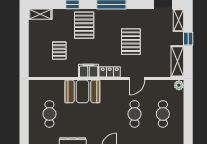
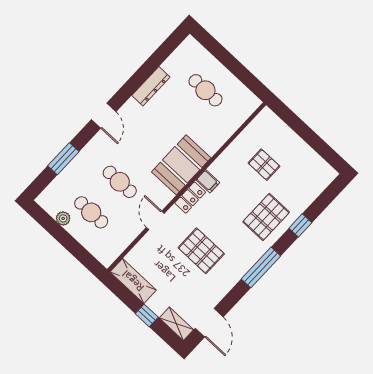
shelving: (40, 14) -> (322, 181), removed
pallet: (84, 25) -> (266, 217), turned 90
filing cabinet: (89, 71) -> (208, 181), width x0.50
plant: (179, 85) -> (63, 218), moved
booth: (82, 91) -> (181, 165), moved

